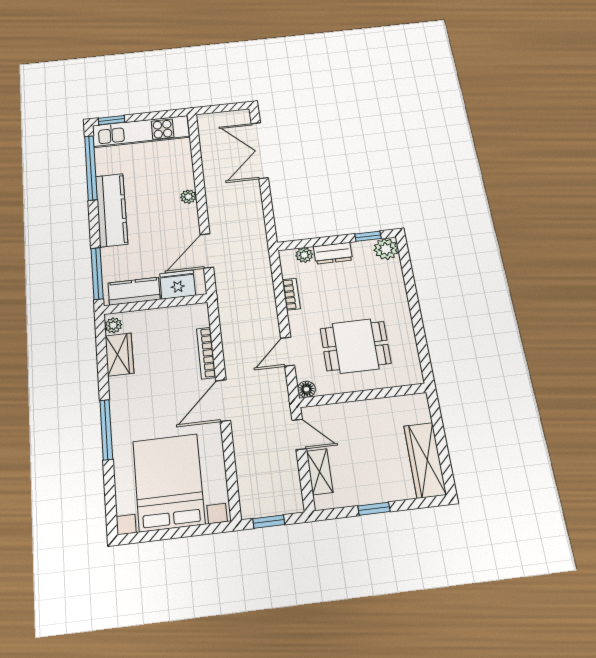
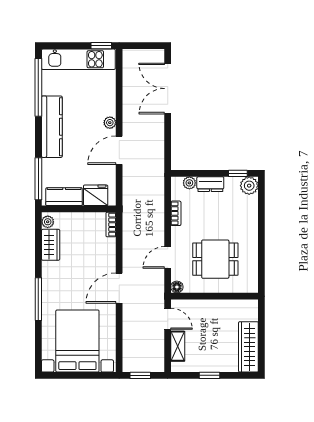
window: (112, 120) -> (101, 46), moved
door: (207, 251) -> (119, 150), moved
bookcase: (206, 353) -> (111, 225), moved, width x0.64

